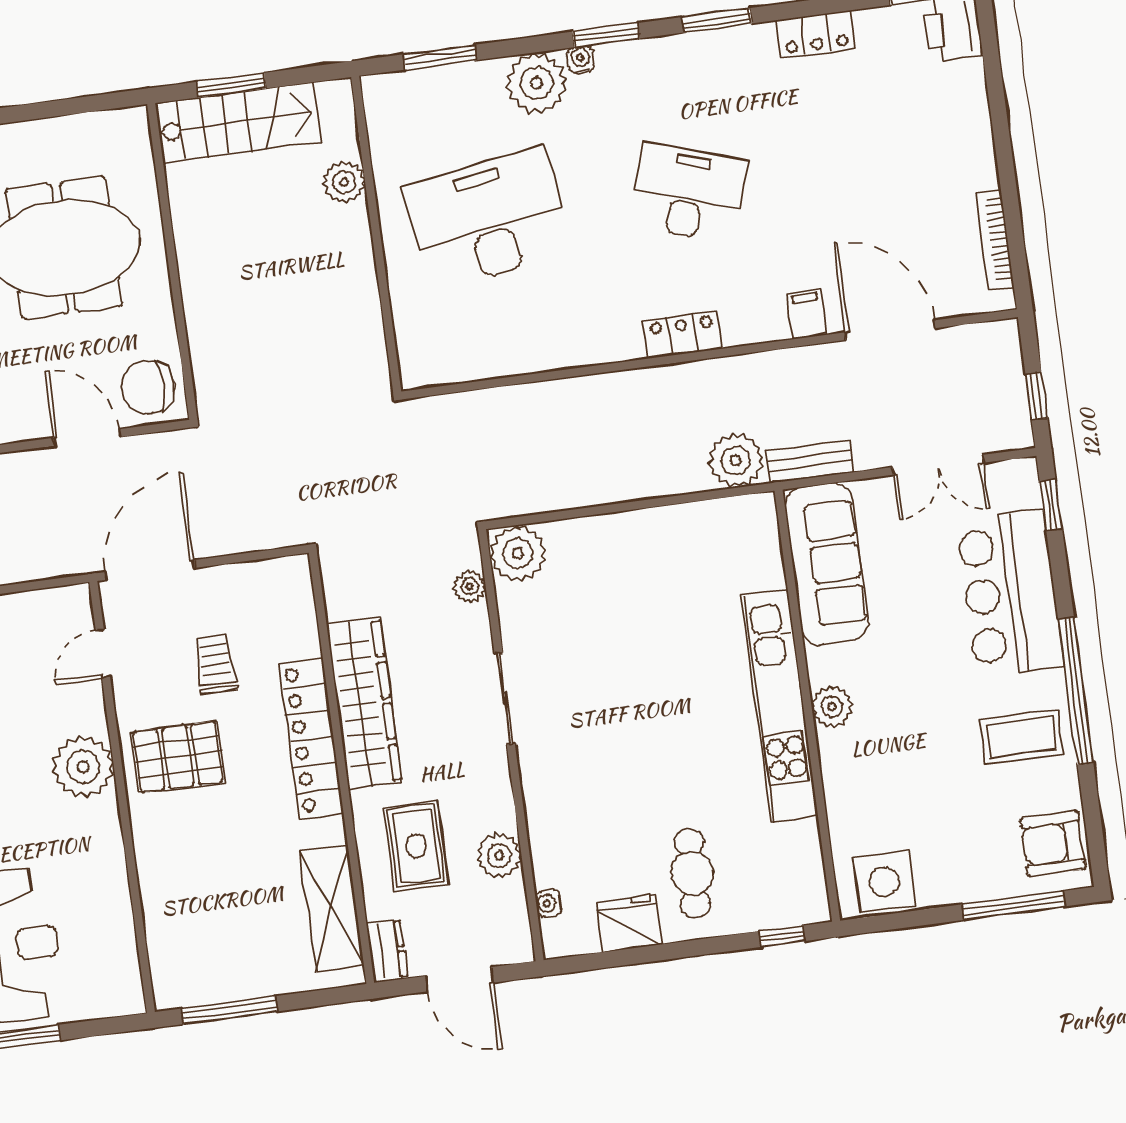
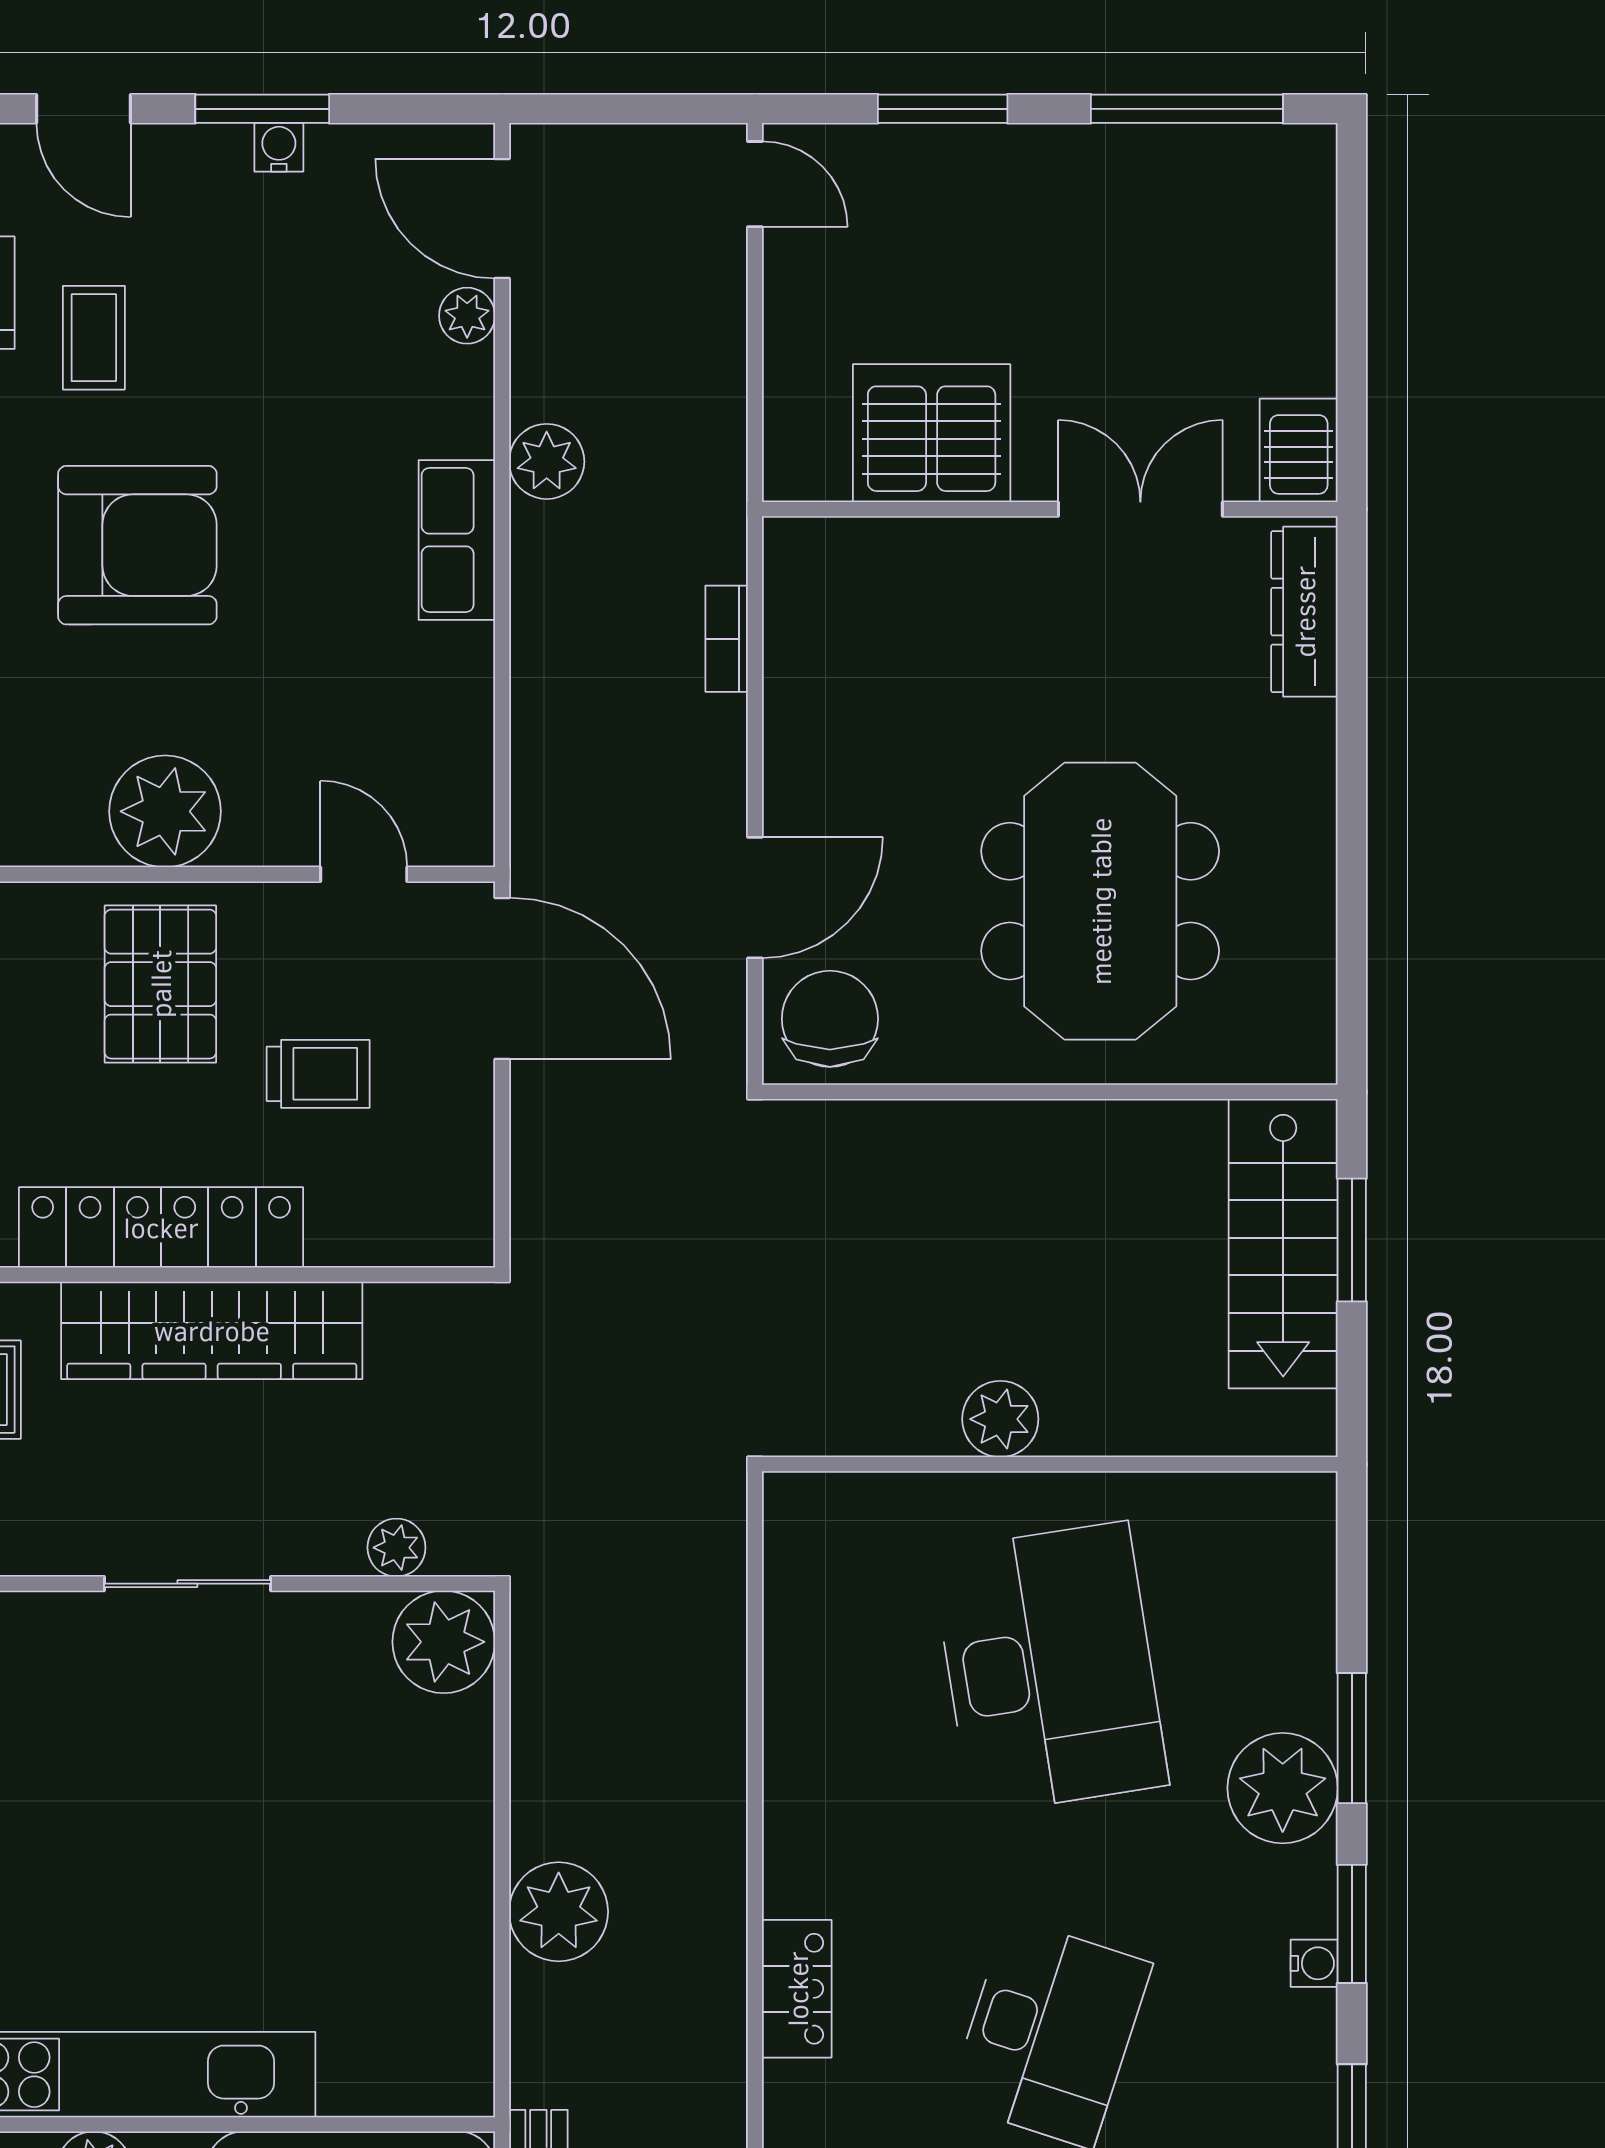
window: (440, 57) -> (1352, 1738), moved
water cooler: (581, 59) -> (1314, 1963), moved
plant: (344, 182) -> (1000, 1419), moved
plant: (736, 460) -> (559, 1912), moved

